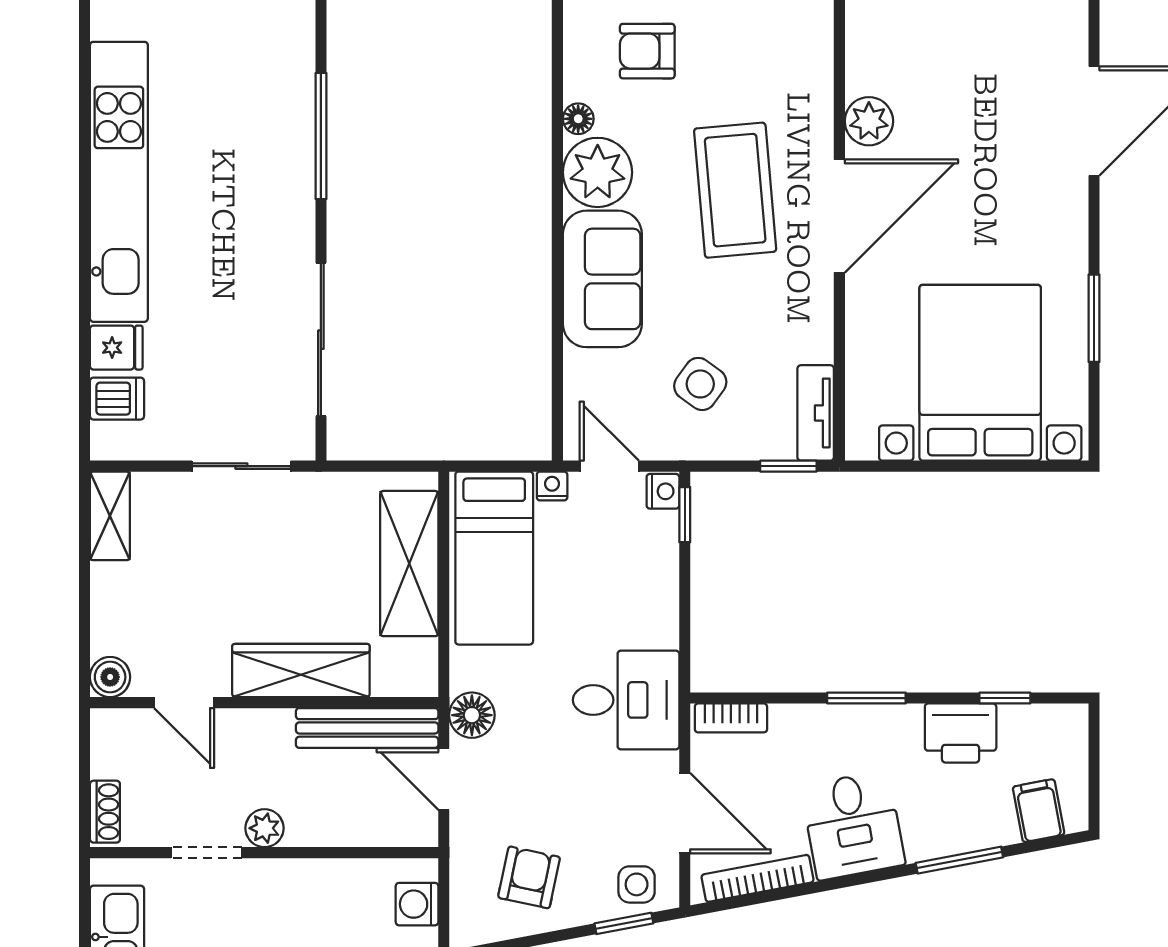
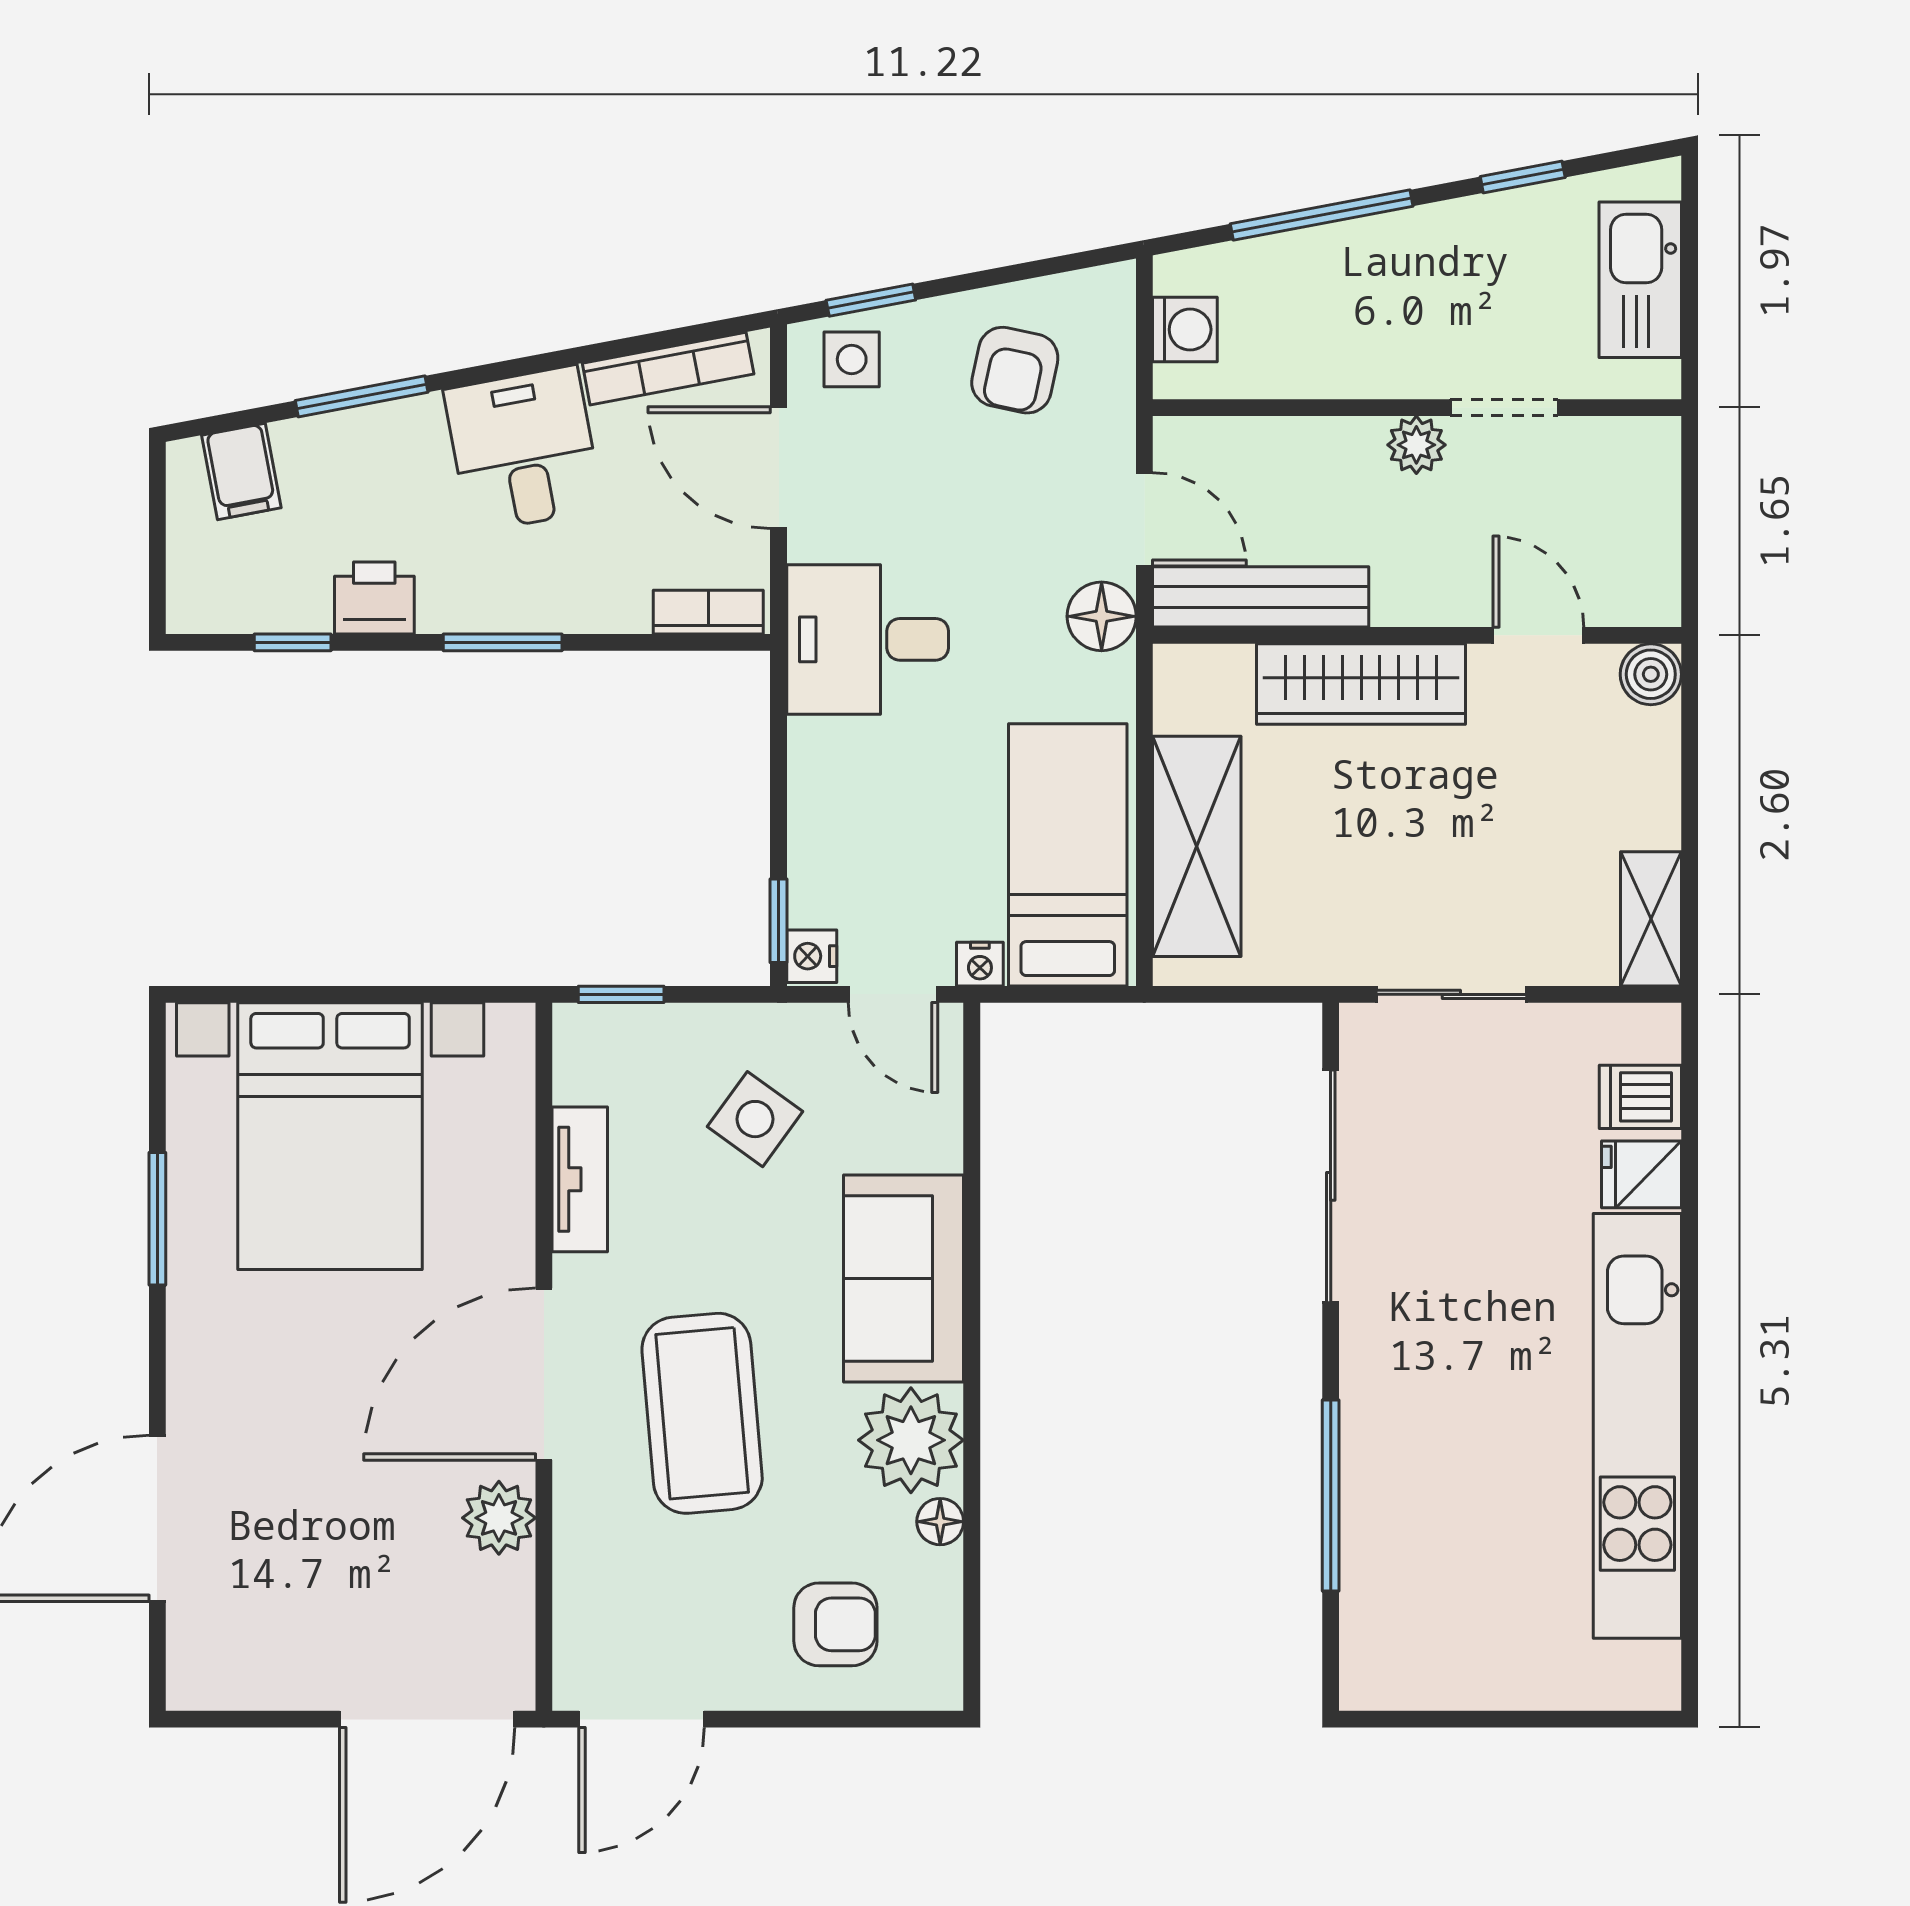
tv unit: (816, 413) -> (580, 1179), moved
printer: (961, 733) -> (374, 598), width x0.73, depth x0.81
shoe rack: (105, 812) -> (1659, 470), removed

